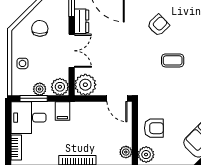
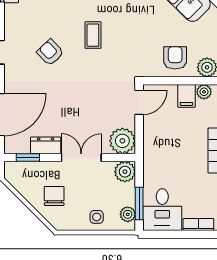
chair: (40, 28) -> (54, 196), turned 89
plant: (40, 89) -> (128, 214), moved
filing cabinet: (62, 111) -> (187, 96), moved, turned 90

